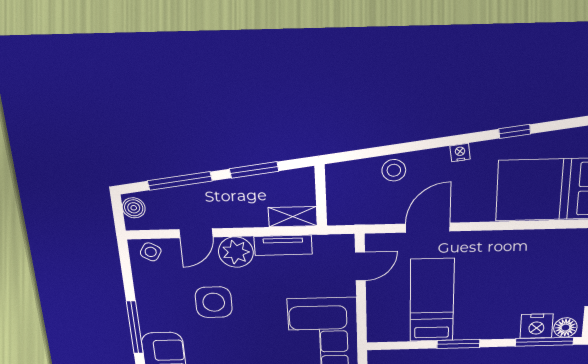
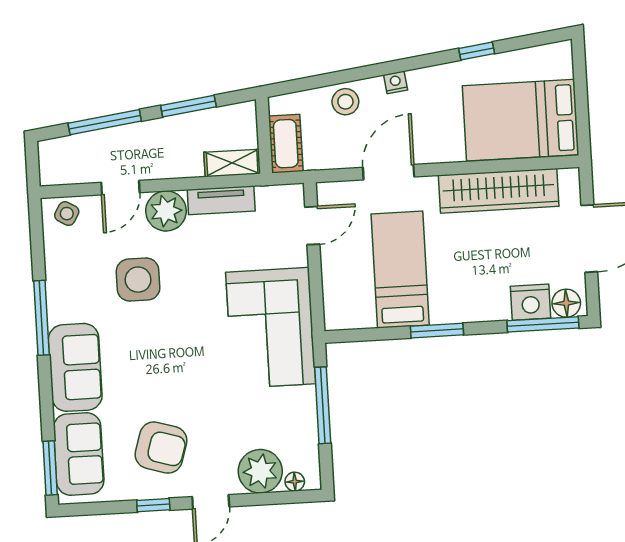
nightstand: (460, 153) -> (396, 82), moved
cot: (340, 203) -> (286, 144), added
boiler: (134, 208) -> (51, 157), removed
wardrobe: (521, 244) -> (499, 191), added

